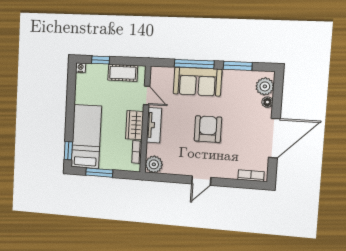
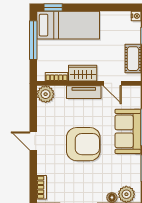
door: (147, 95) -> (112, 83), hinge flipped
armchair: (208, 129) -> (83, 144), width x1.36, depth x1.36
window: (99, 173) -> (33, 40), width x1.44

